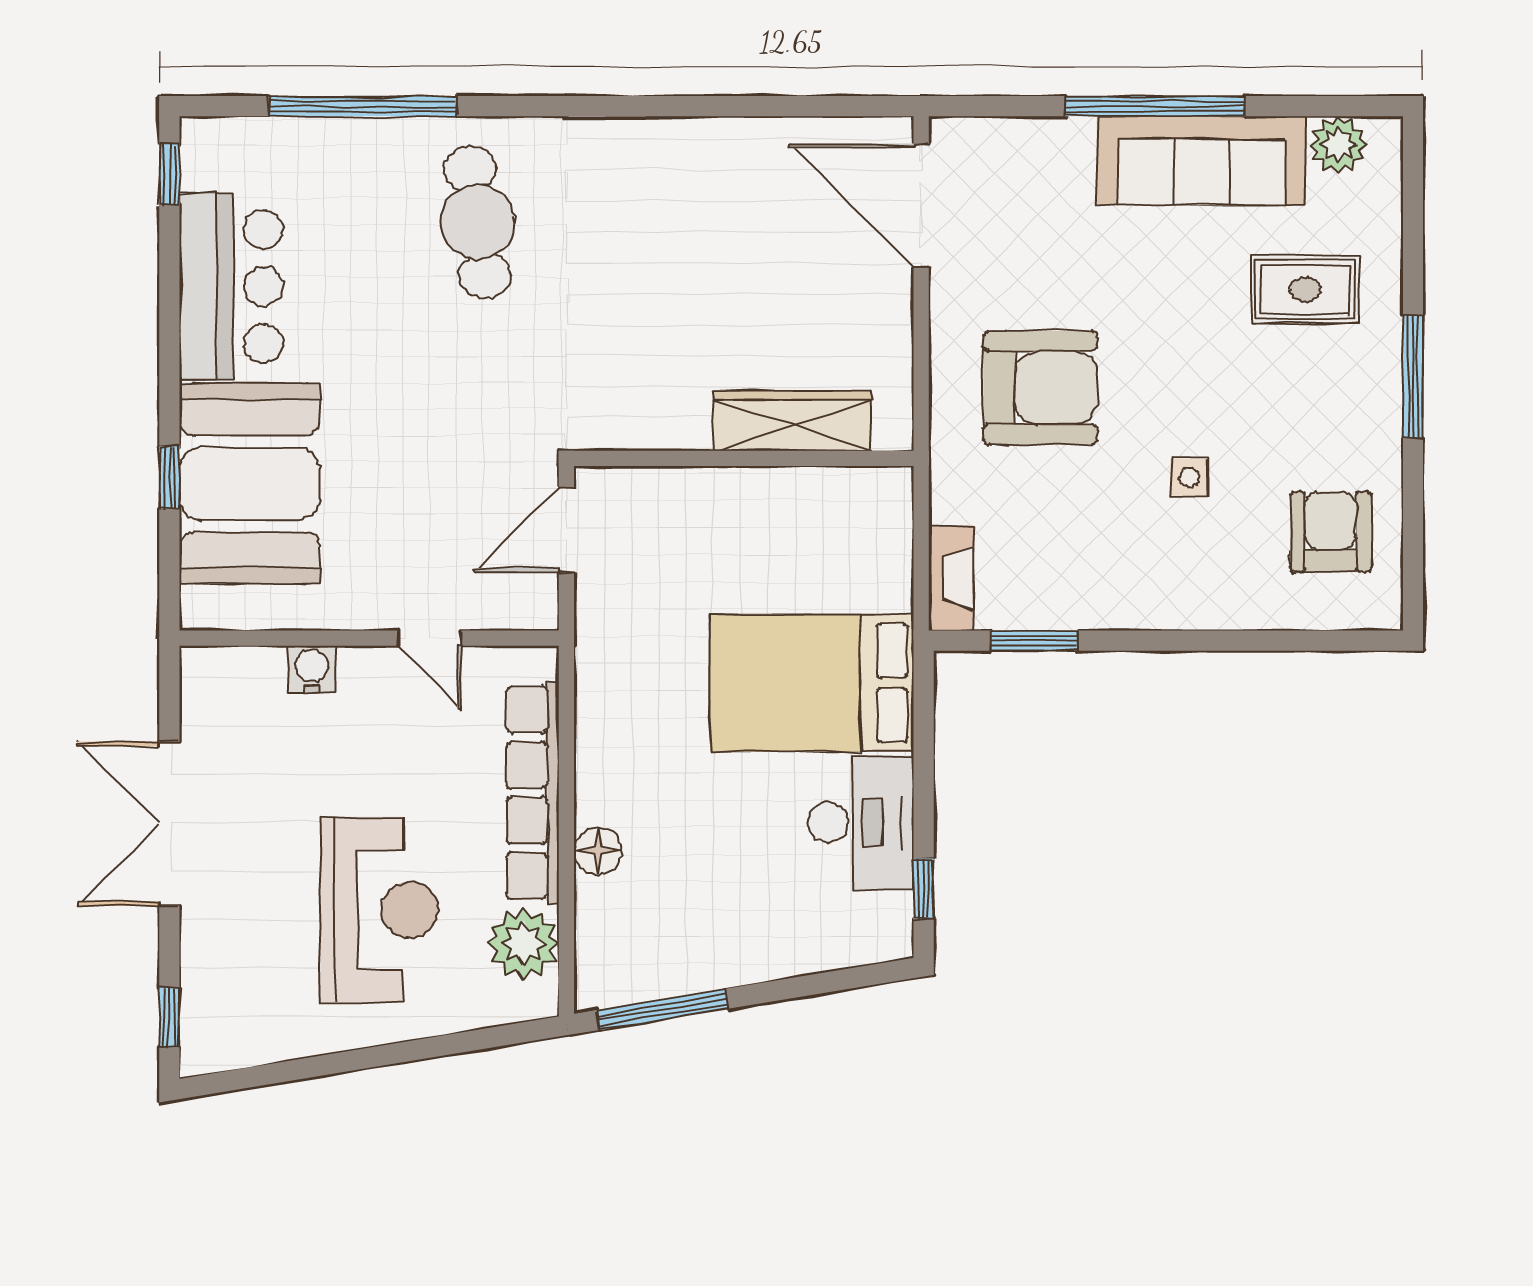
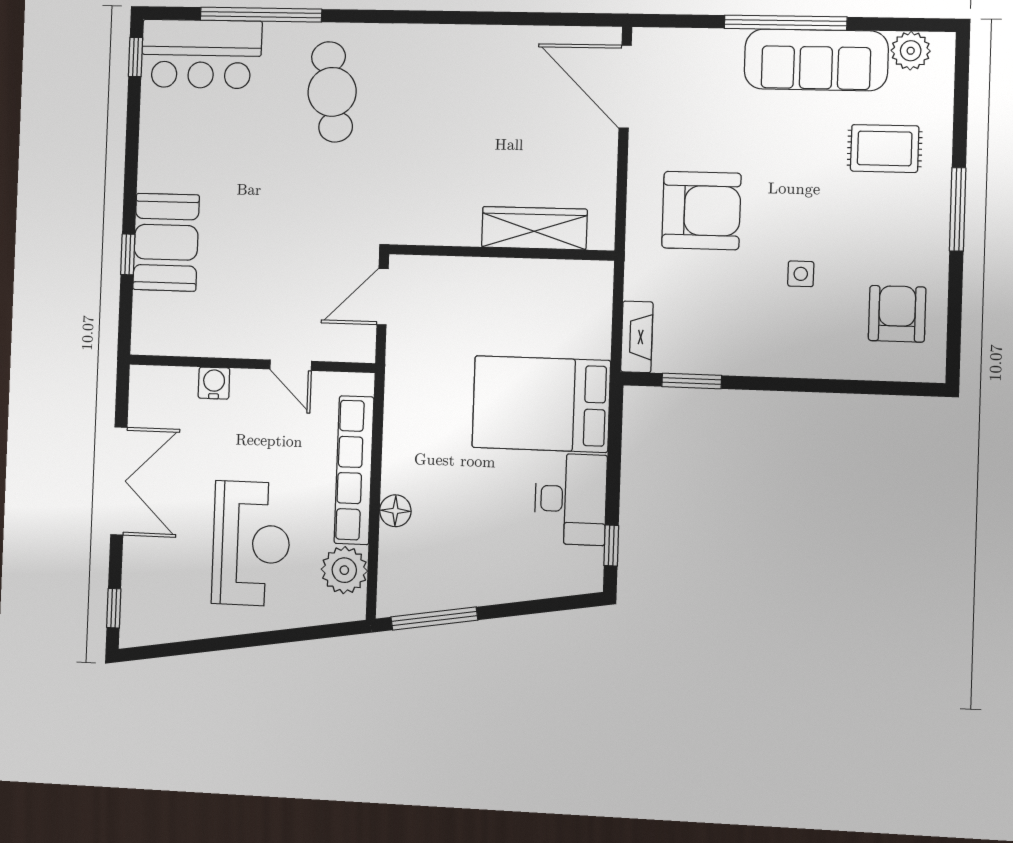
bar counter: (231, 287) -> (201, 54), moved, turned 90
booth: (250, 484) -> (166, 242), width x0.73, depth x0.70
double door: (169, 824) -> (119, 481), swing flipped

